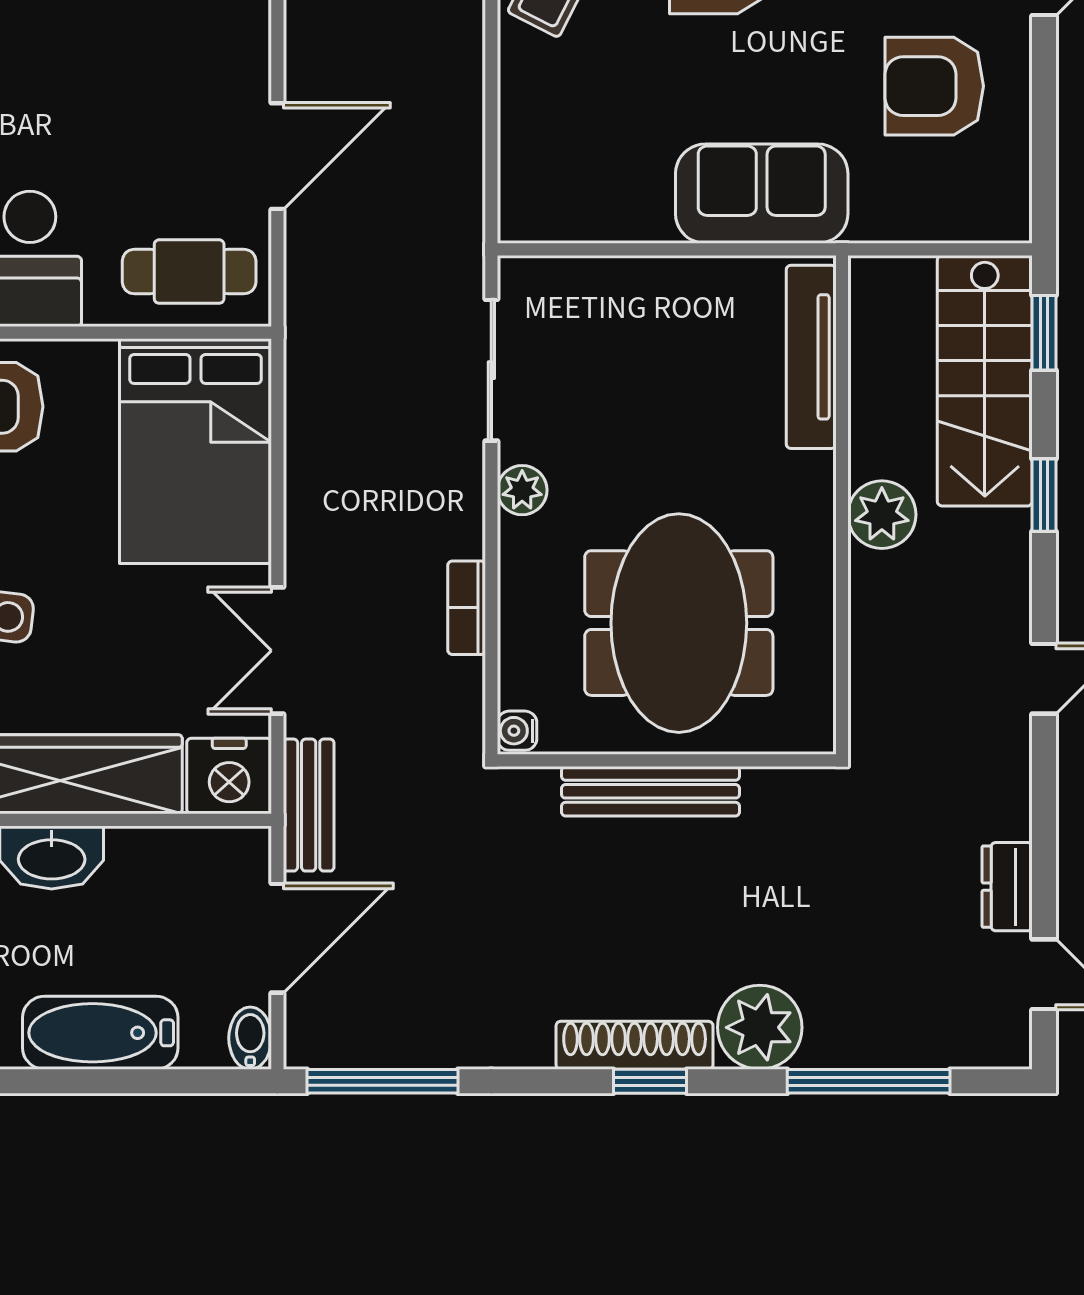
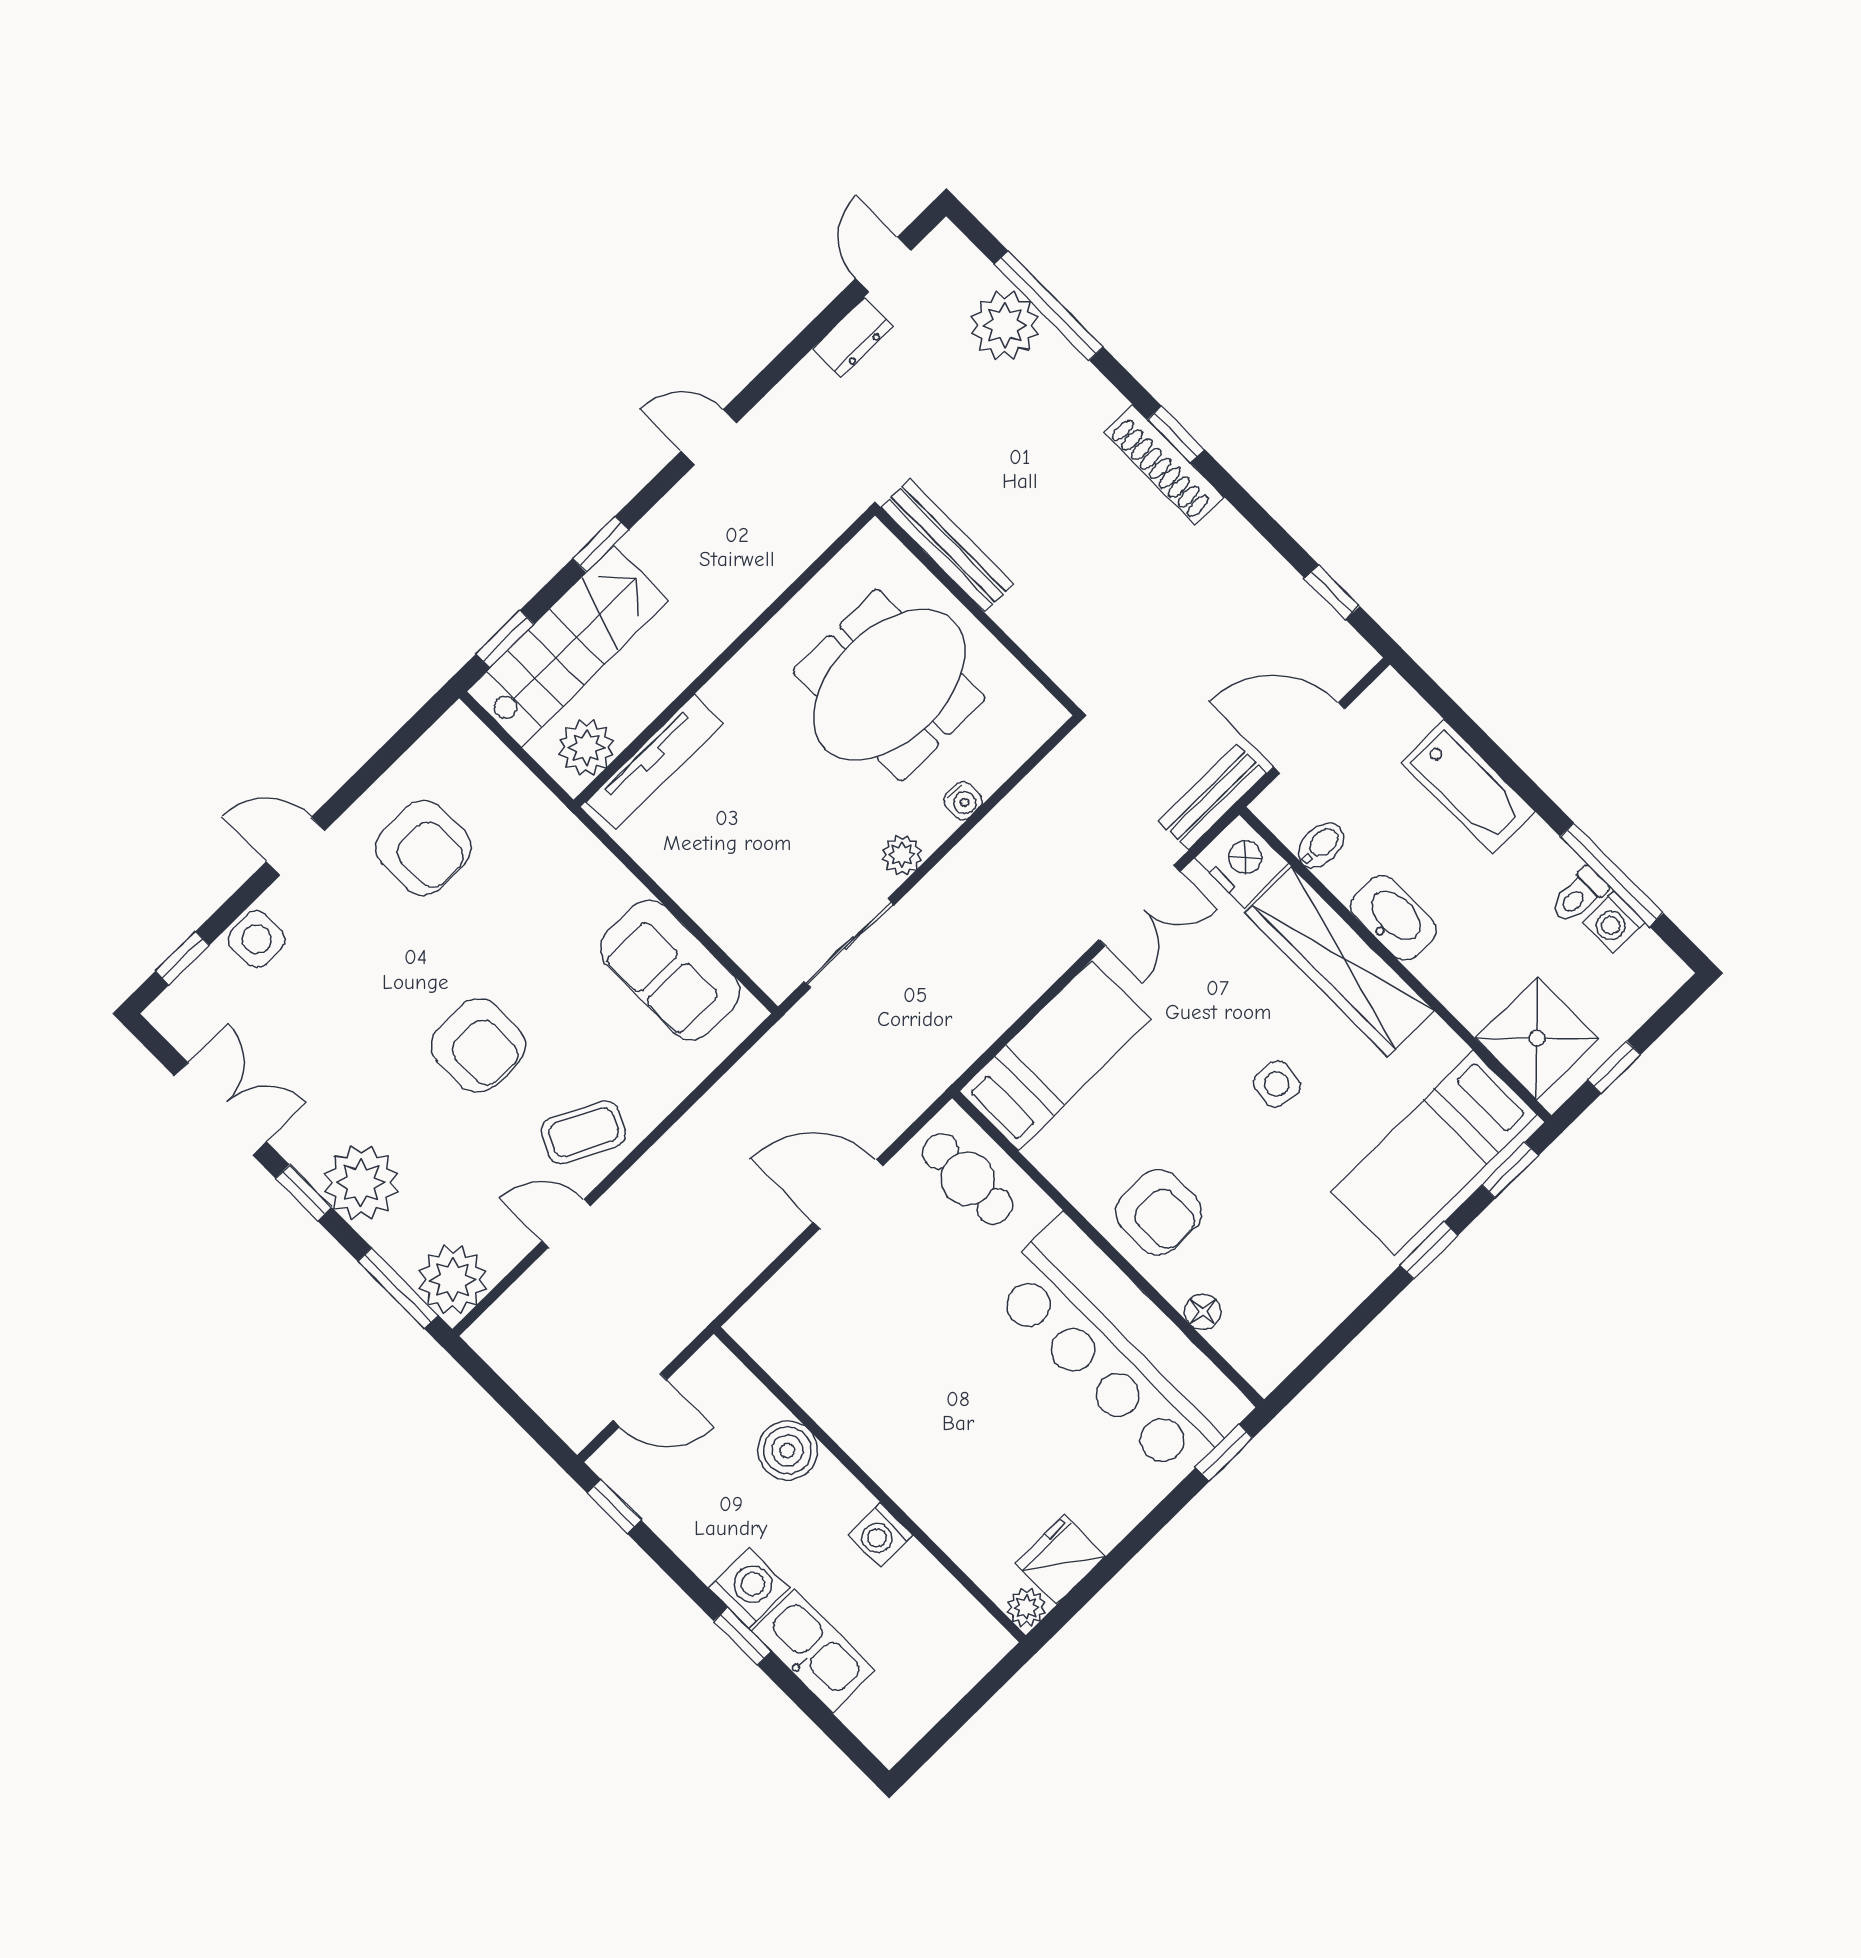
sofa: (762, 194) -> (670, 970), moved
bed: (196, 451) -> (1055, 1055), width x0.67
plant: (882, 515) -> (586, 747), moved
bookcase: (467, 608) -> (1004, 819), removed
water cooler: (517, 731) -> (963, 801), moved
bench: (651, 791) -> (947, 545), moved
plant: (760, 1027) -> (1005, 325), moved
bidet: (250, 1038) -> (1321, 845), moved, turned 180
window: (383, 1081) -> (1332, 592), width x0.46

